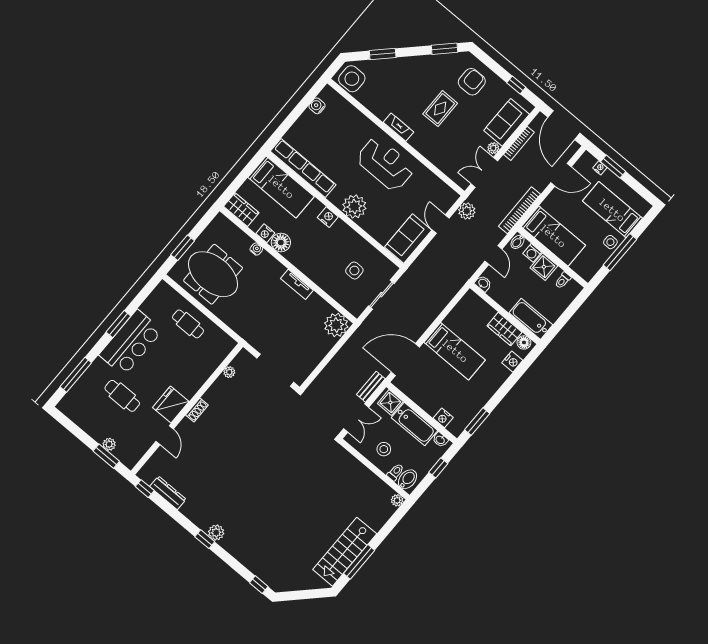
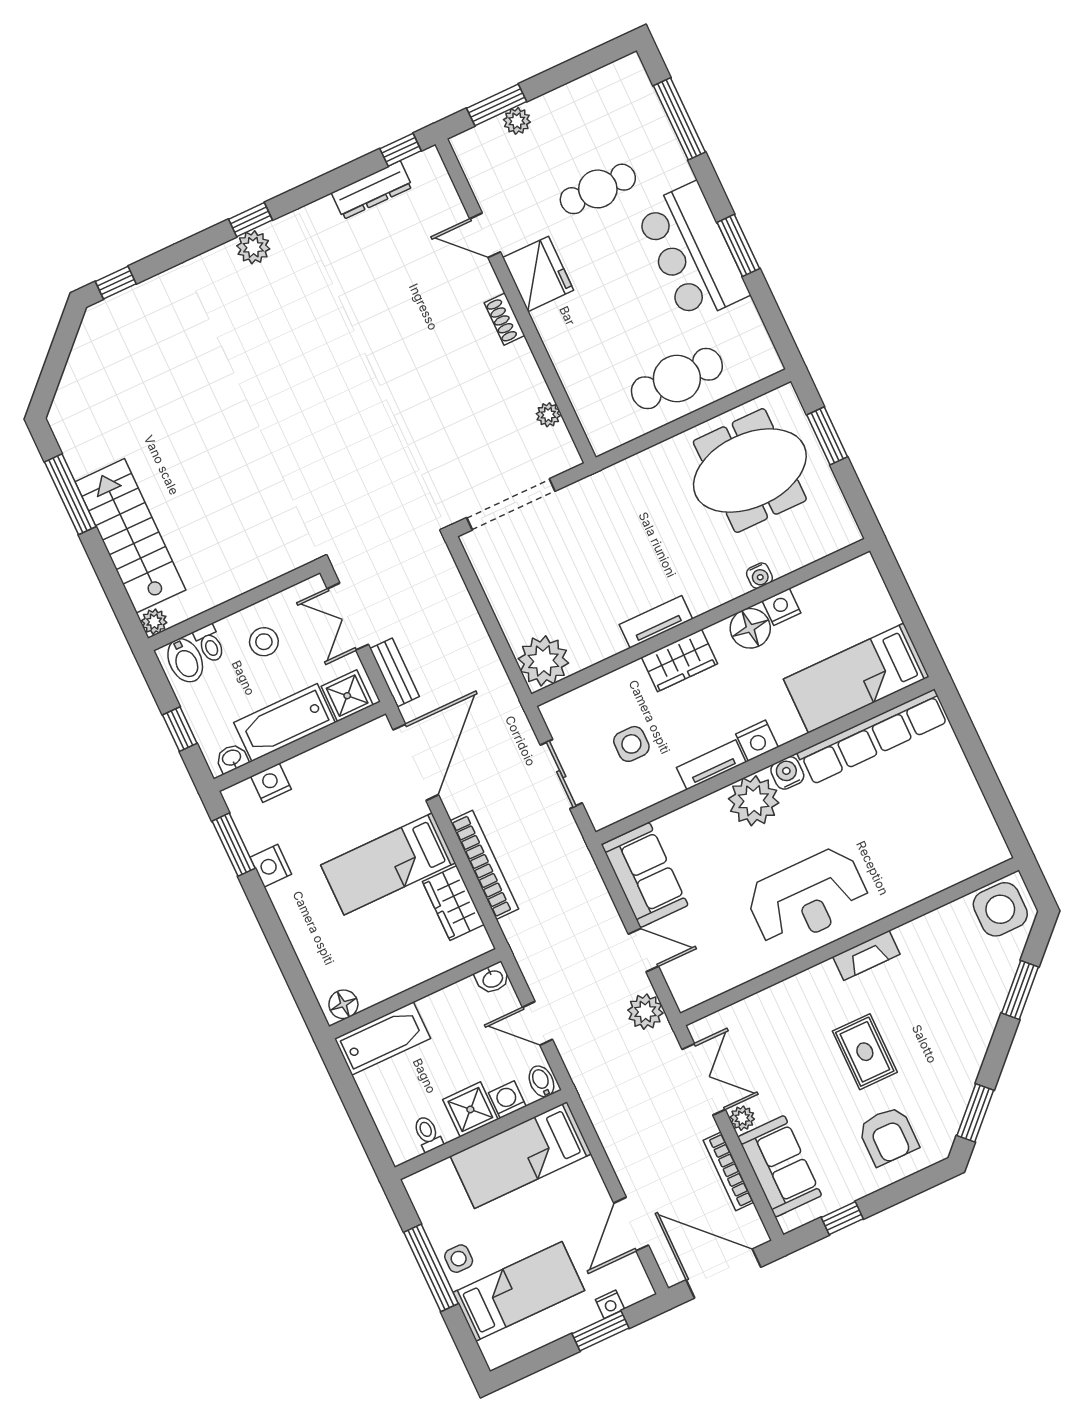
water cooler: (317, 106) -> (787, 773), moved, turned -90
wardrobe: (241, 210) -> (679, 660), moved
bookcase: (520, 210) -> (484, 865), moved
tv unit: (347, 232) -> (711, 765), added
cafe table: (188, 324) -> (677, 379), width x1.37, depth x1.35
wardrobe: (504, 329) -> (453, 903), moved, turned -90
nightstand: (512, 362) -> (271, 866), moved
stairs: (345, 552) -> (130, 536), moved

